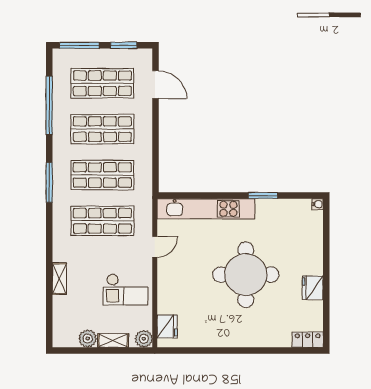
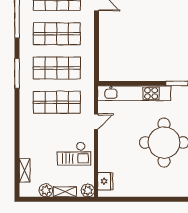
shelving: (59, 279) -> (25, 170), moved

